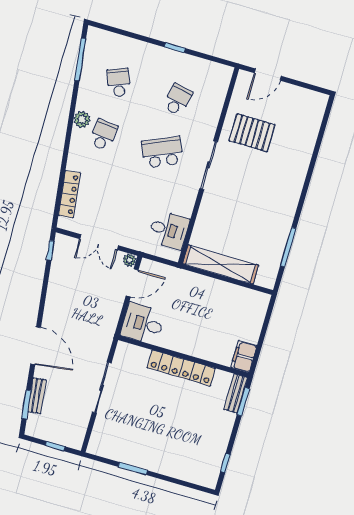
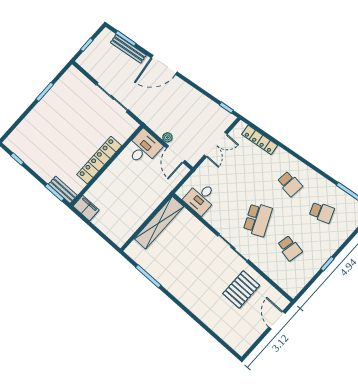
plant: (82, 119) -> (308, 174), removed
double door: (99, 242) -> (216, 145), swing flipped
plant: (130, 260) -> (167, 137), moved
bench: (37, 396) -> (128, 49), width x1.36

